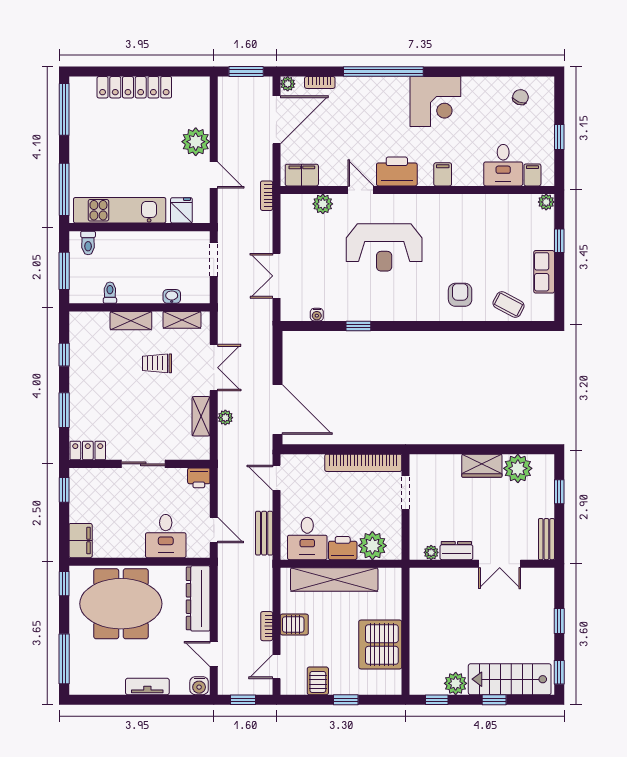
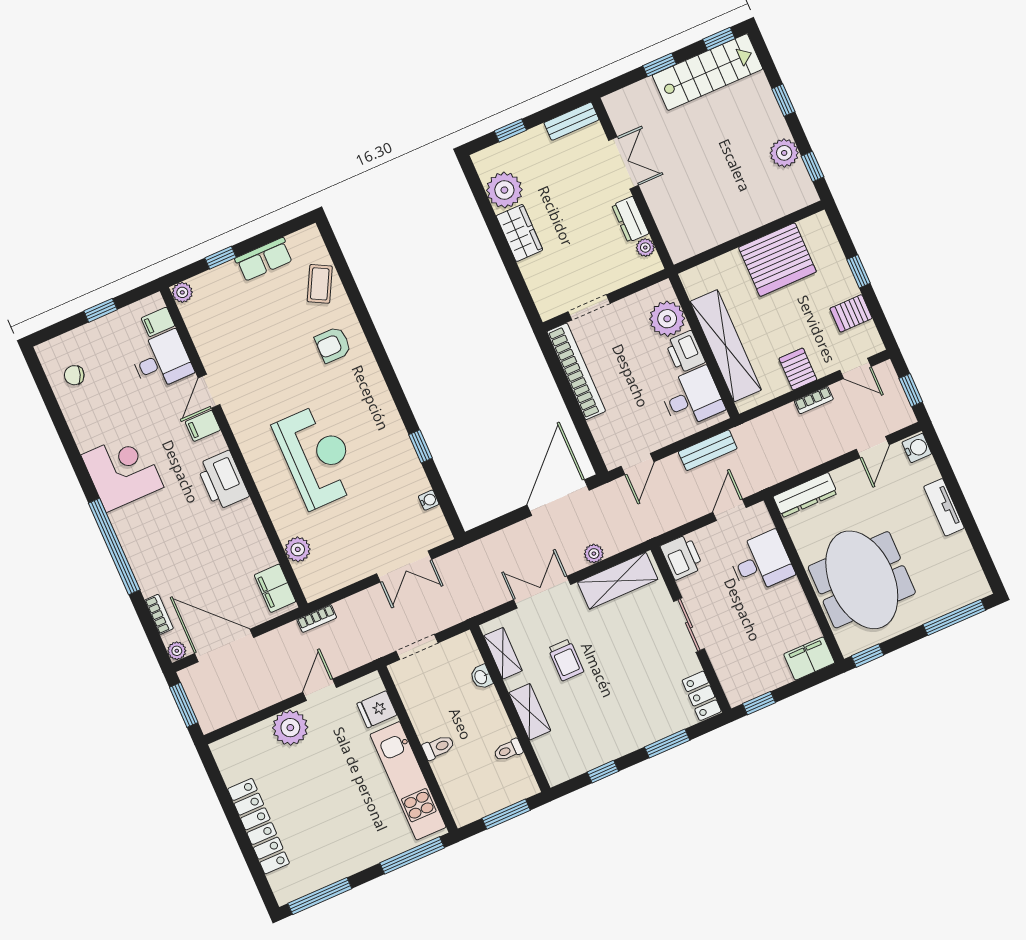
door: (361, 190) -> (209, 391), moved
toilet: (88, 243) -> (438, 747), moved
shelving: (201, 416) -> (618, 581), width x1.50, depth x1.33
printer: (199, 478) -> (682, 557), width x1.36, depth x1.24
dresser: (198, 598) -> (805, 495), width x0.73, depth x0.80
stairs: (510, 679) -> (708, 72), moved, turned -90

